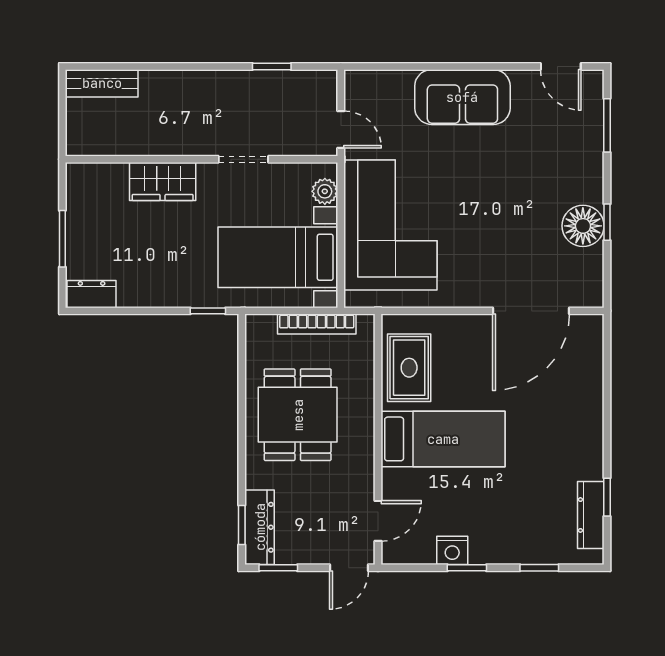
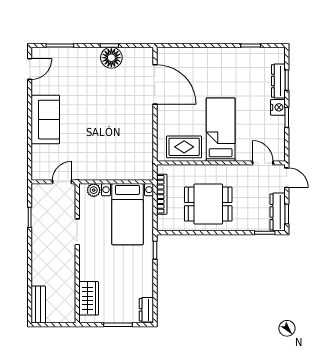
wardrobe: (163, 181) -> (89, 298), moved
corner sofa: (390, 225) -> (111, 156), removed
dresser: (591, 515) -> (278, 81), moved, turned 90
dresser: (260, 527) -> (278, 212), moved, turned -90
nightstand: (452, 550) -> (278, 107), moved

